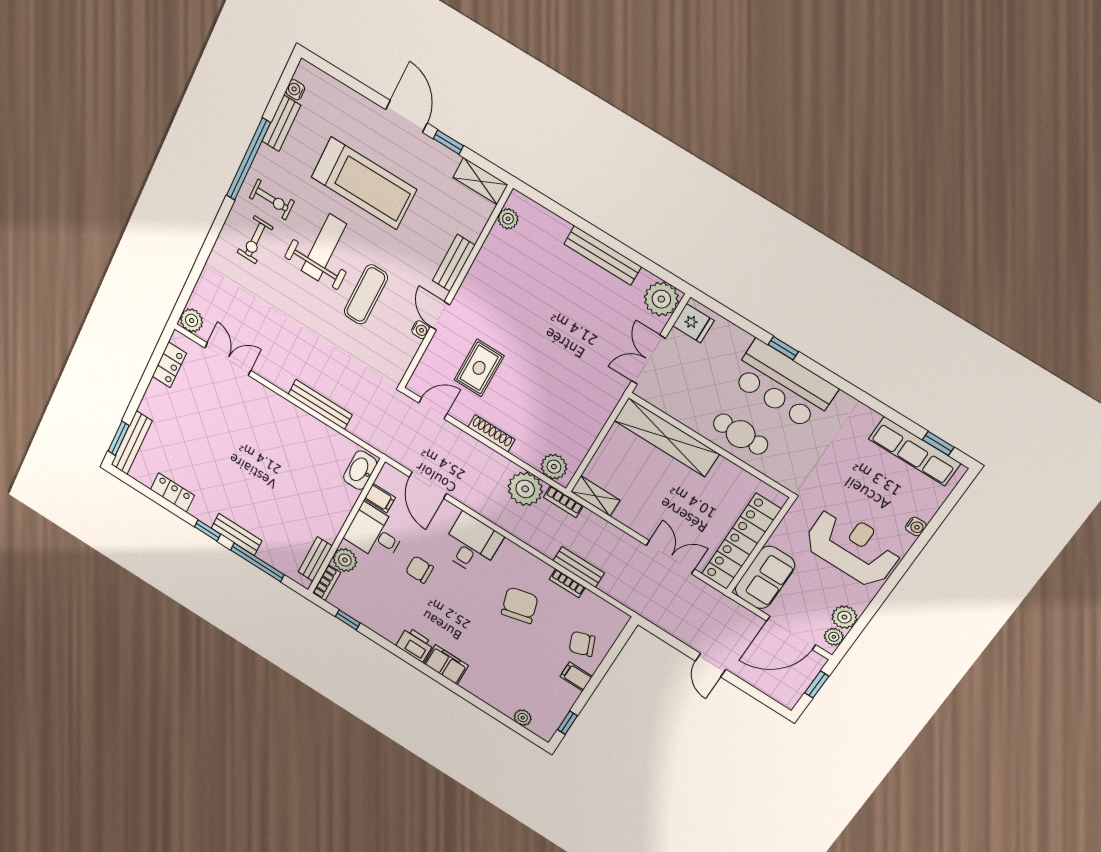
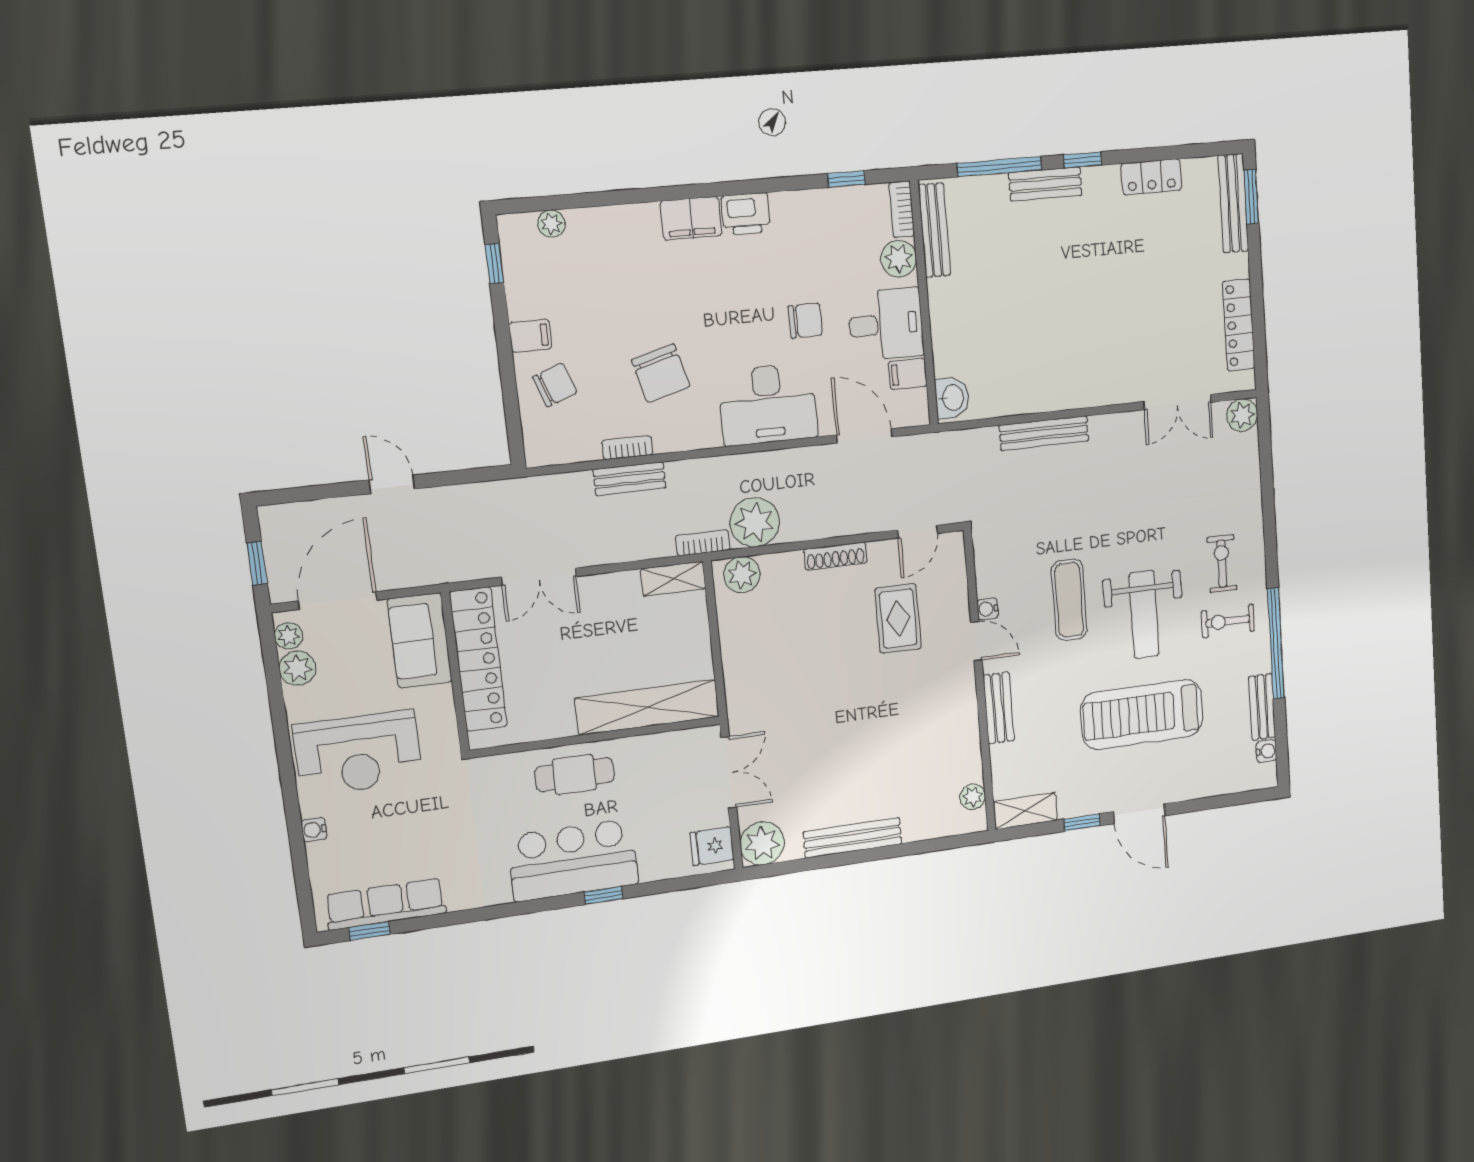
locker: (169, 365) -> (1239, 325), width x1.53
washbasin: (360, 470) -> (952, 398), width x0.72
desk: (471, 544) -> (768, 404), width x1.37
bench: (315, 559) -> (934, 230), width x1.36

